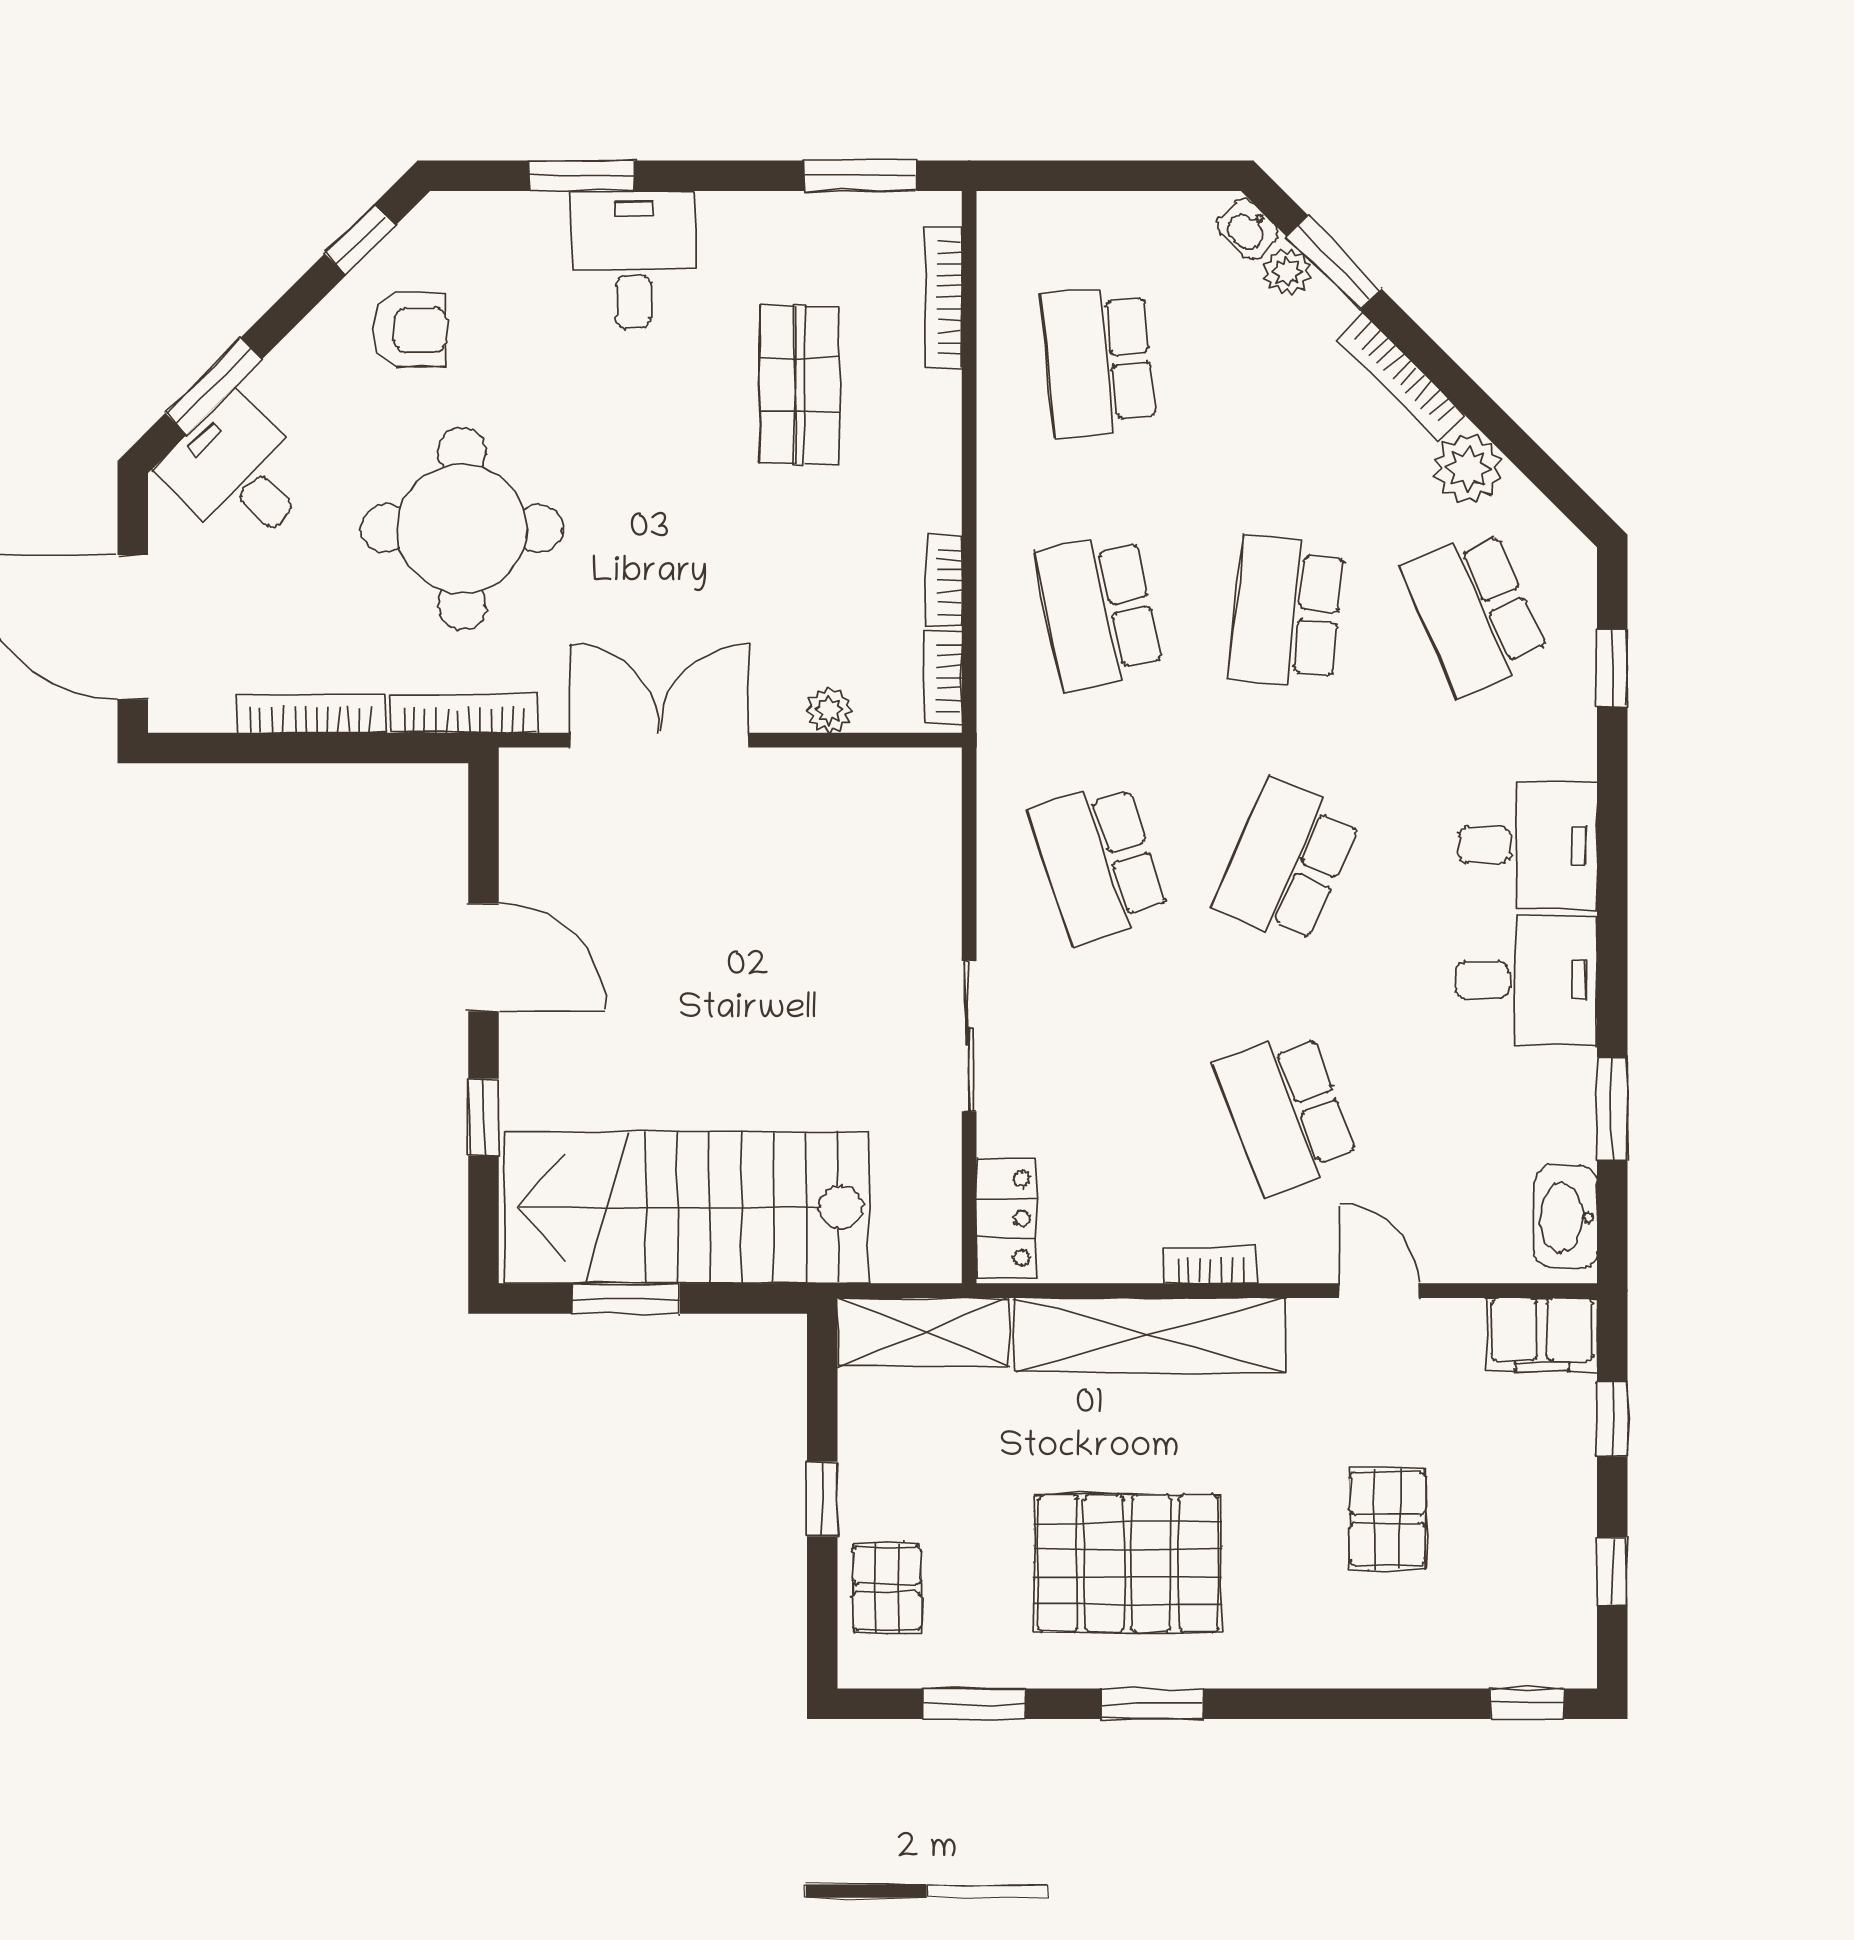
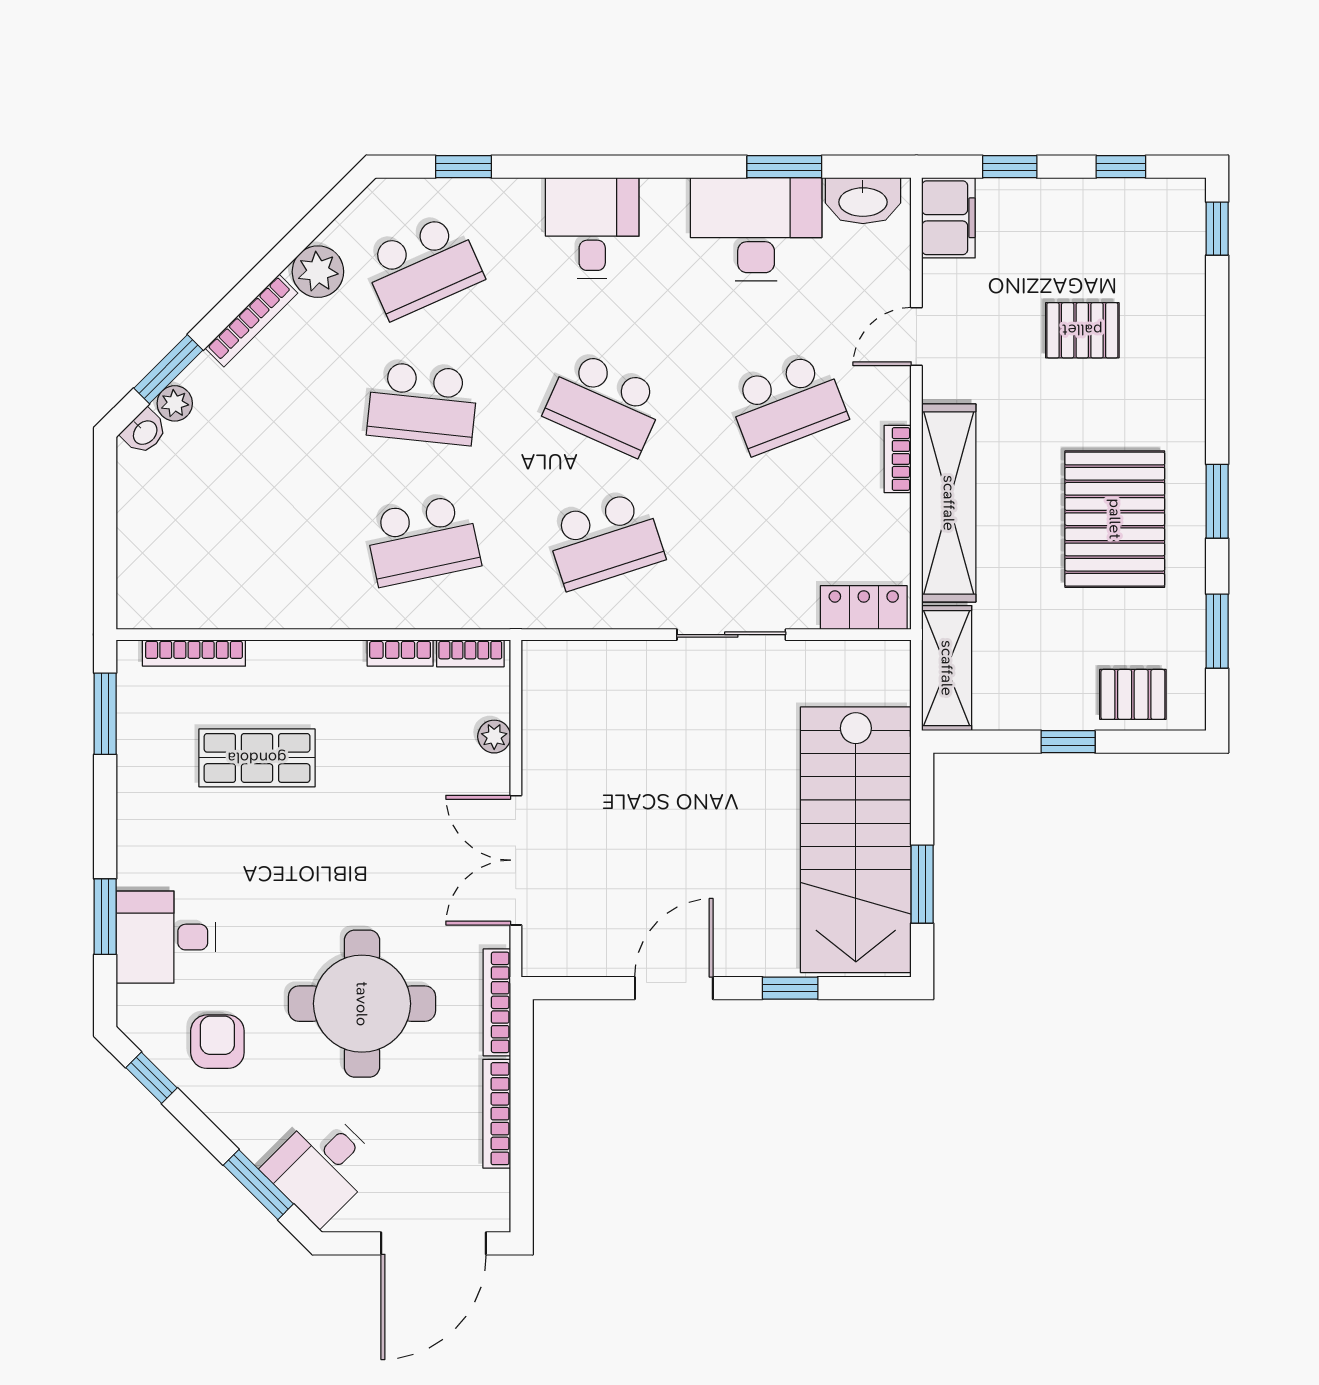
desk: (634, 259) -> (166, 937), moved
school desk: (1099, 362) -> (240, 540), removed
desk: (1526, 980) -> (756, 229), moved, width x1.37

